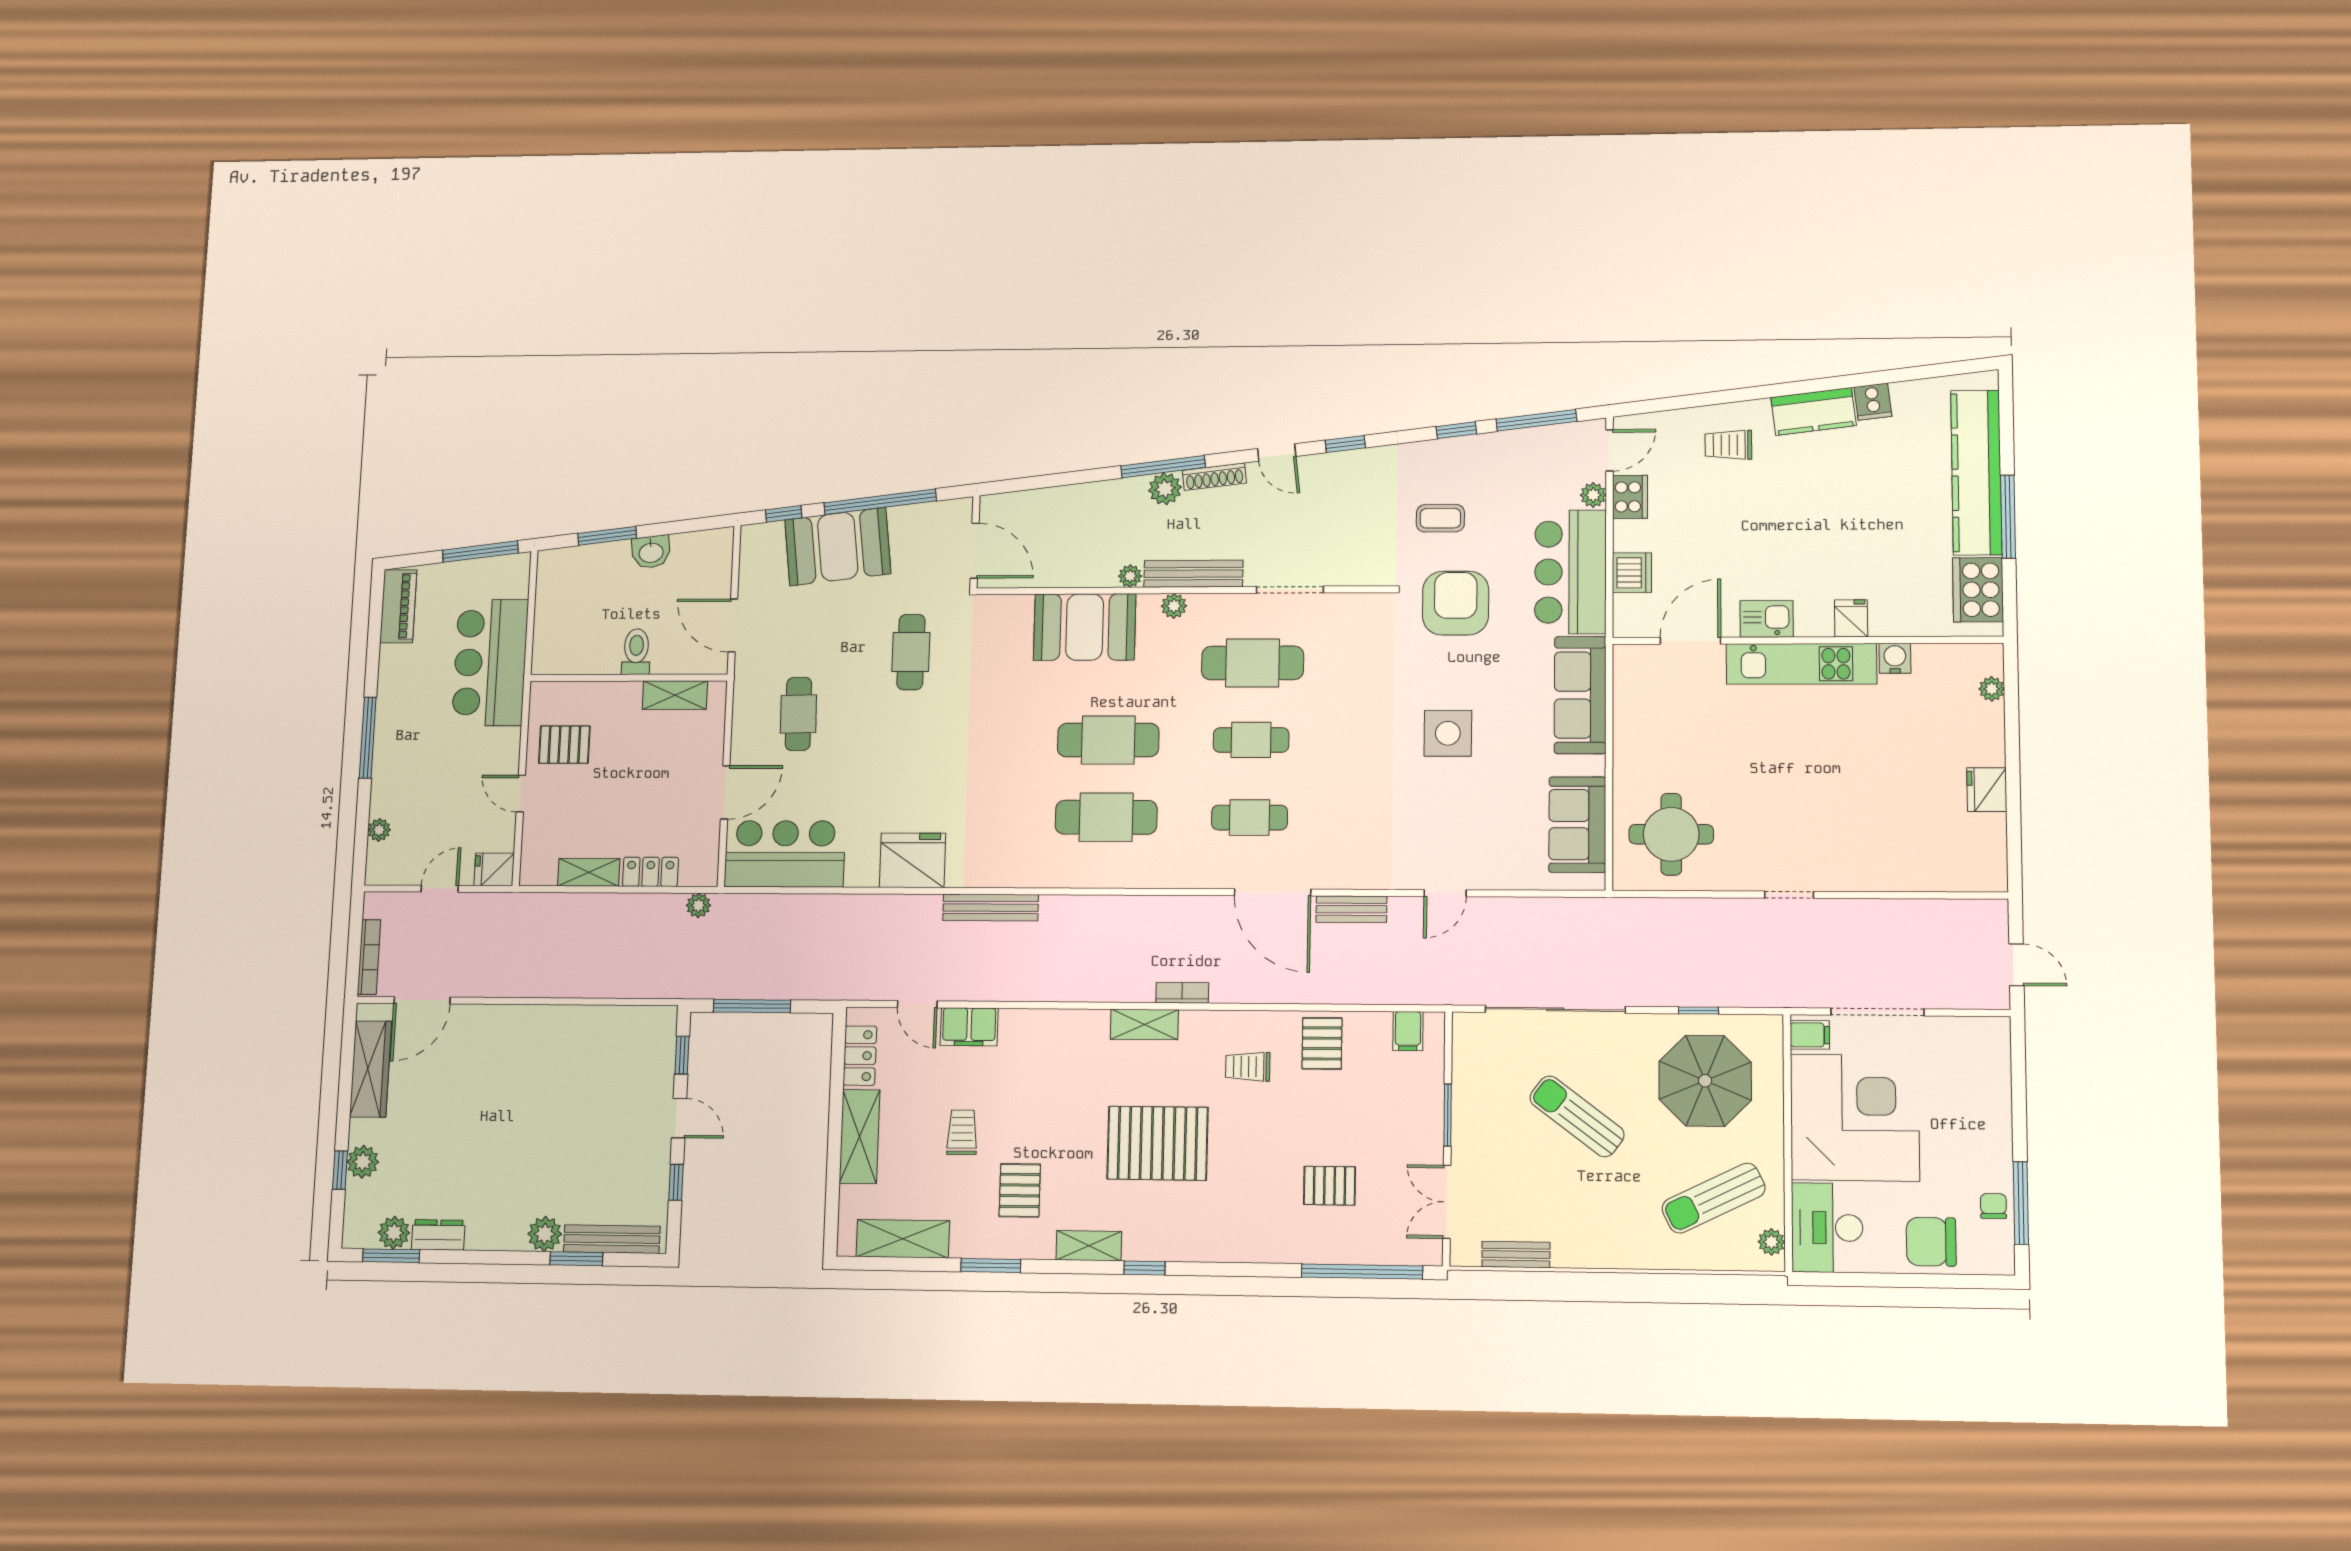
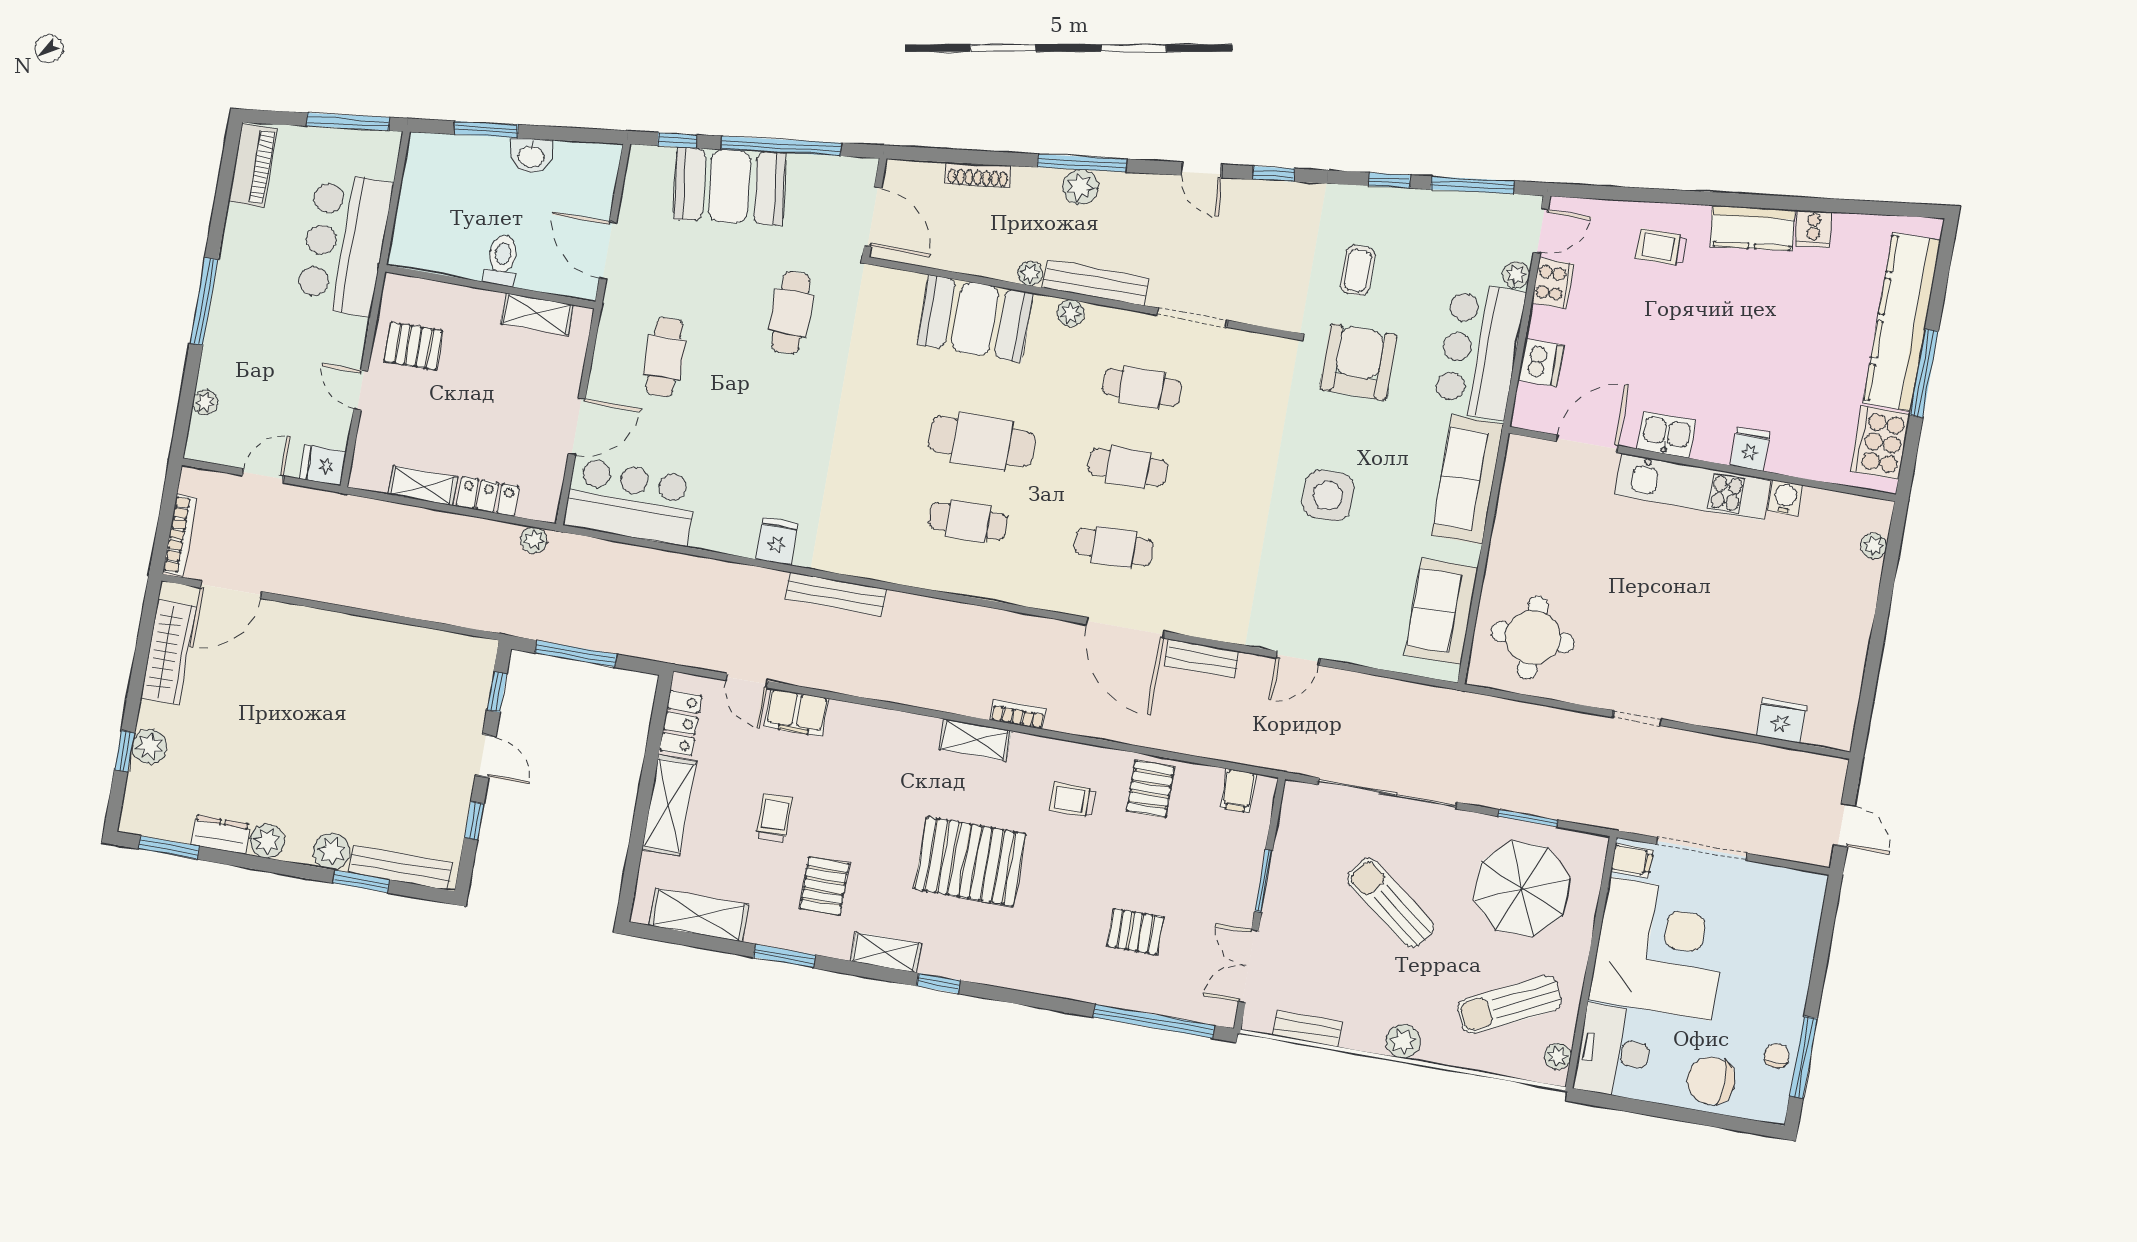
shoe rack: (1214, 477) -> (978, 175), moved
coffee table: (1440, 518) -> (1358, 270), turned 90
cafe table: (1253, 663) -> (1142, 387), width x0.73, depth x0.74
fridge: (1987, 790) -> (1781, 721), moved, turned 90
cafe table: (1106, 817) -> (968, 521), width x0.73, depth x0.74
fridge: (913, 860) -> (777, 541), width x0.53, depth x0.75
window: (1698, 1011) -> (1528, 818), width x1.50
plant: (394, 1233) -> (267, 841), moved
plant: (1613, 1252) -> (1403, 1041), added

